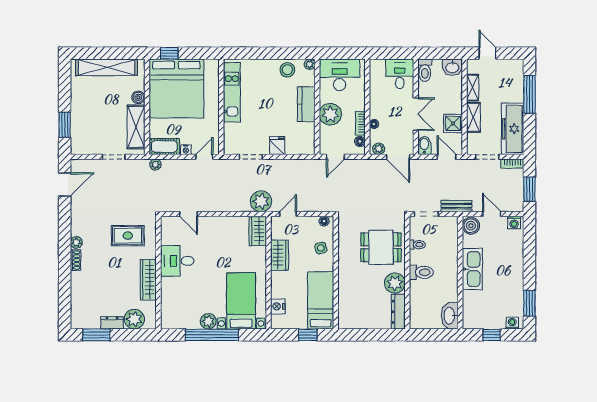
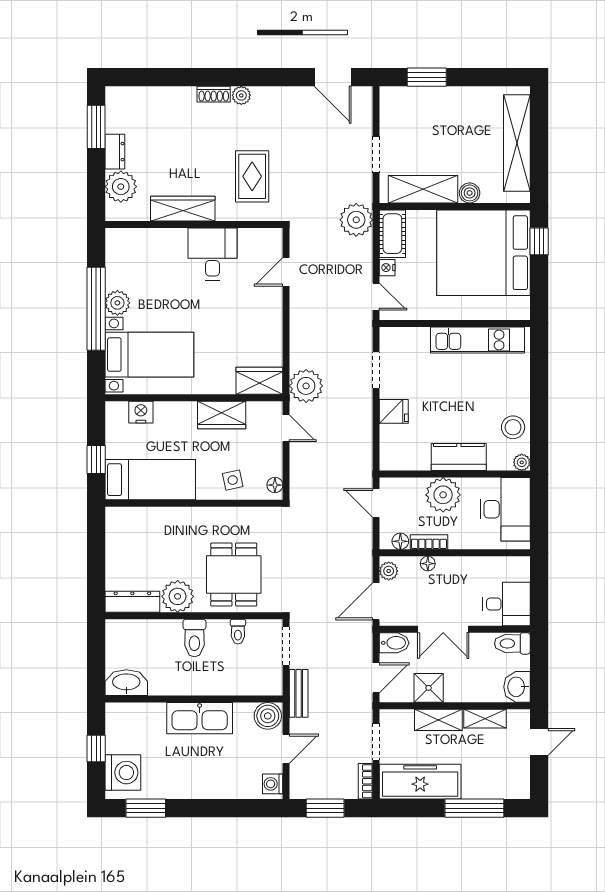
plant: (155, 165) -> (356, 220), width x1.87, depth x1.87
washing machine: (512, 323) -> (123, 773), width x1.89, depth x1.89

